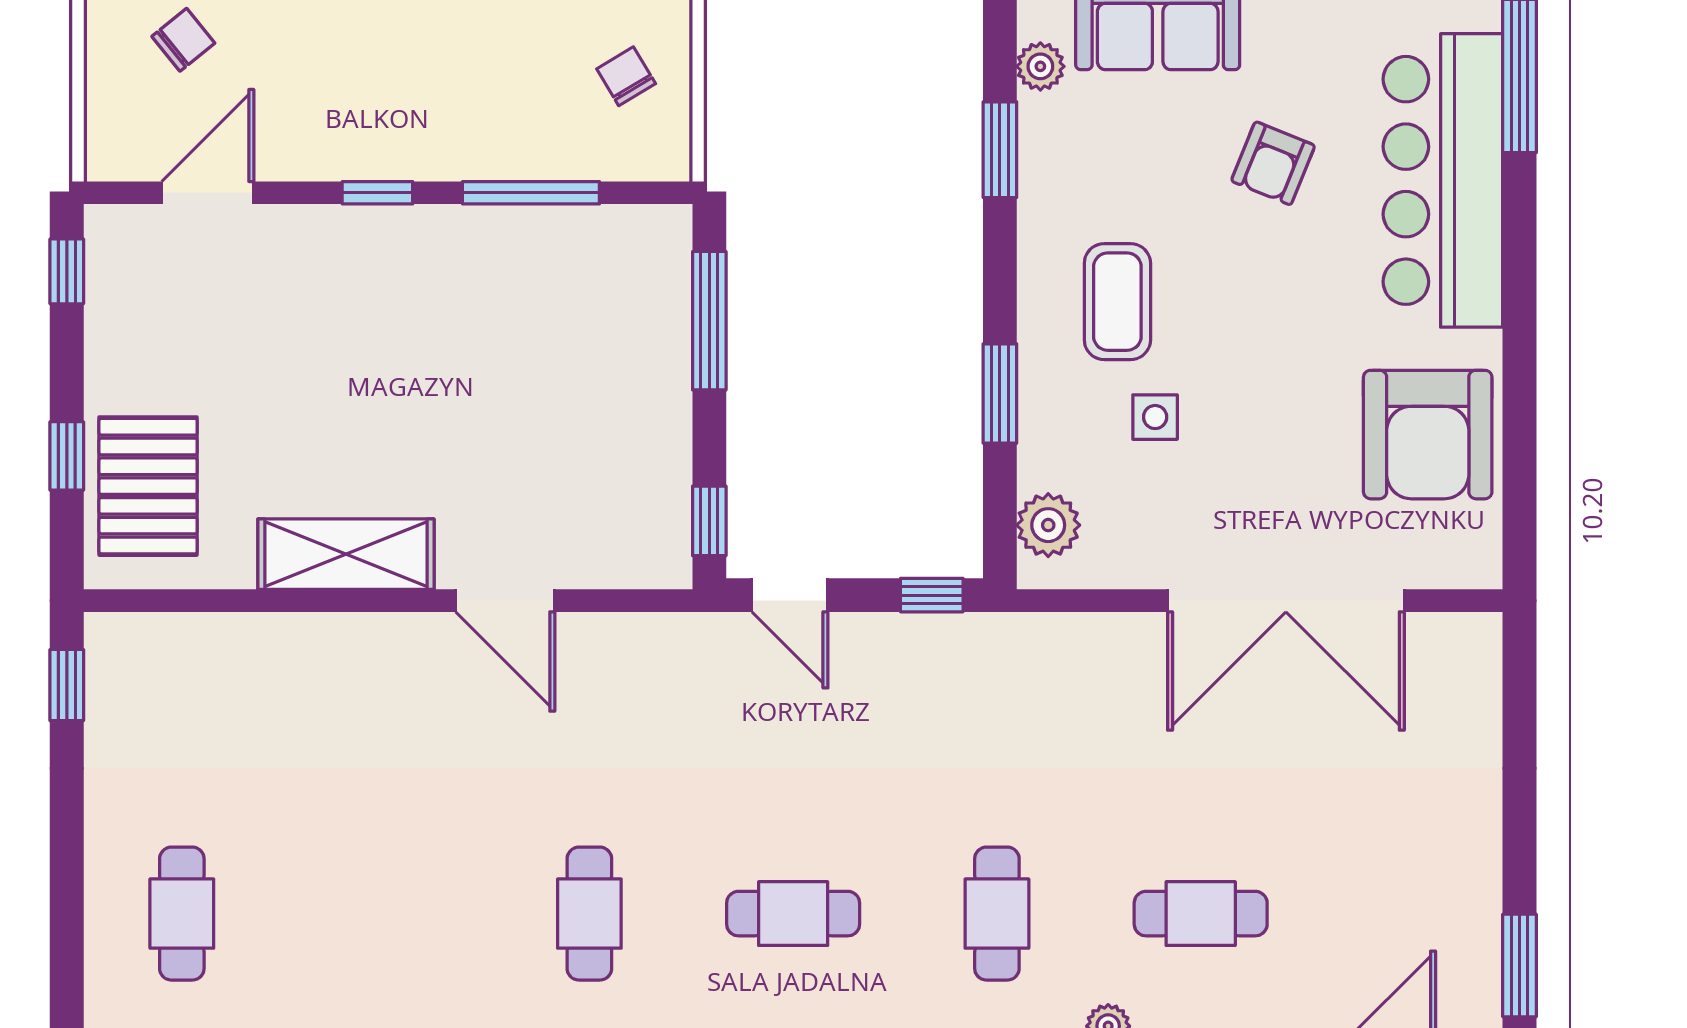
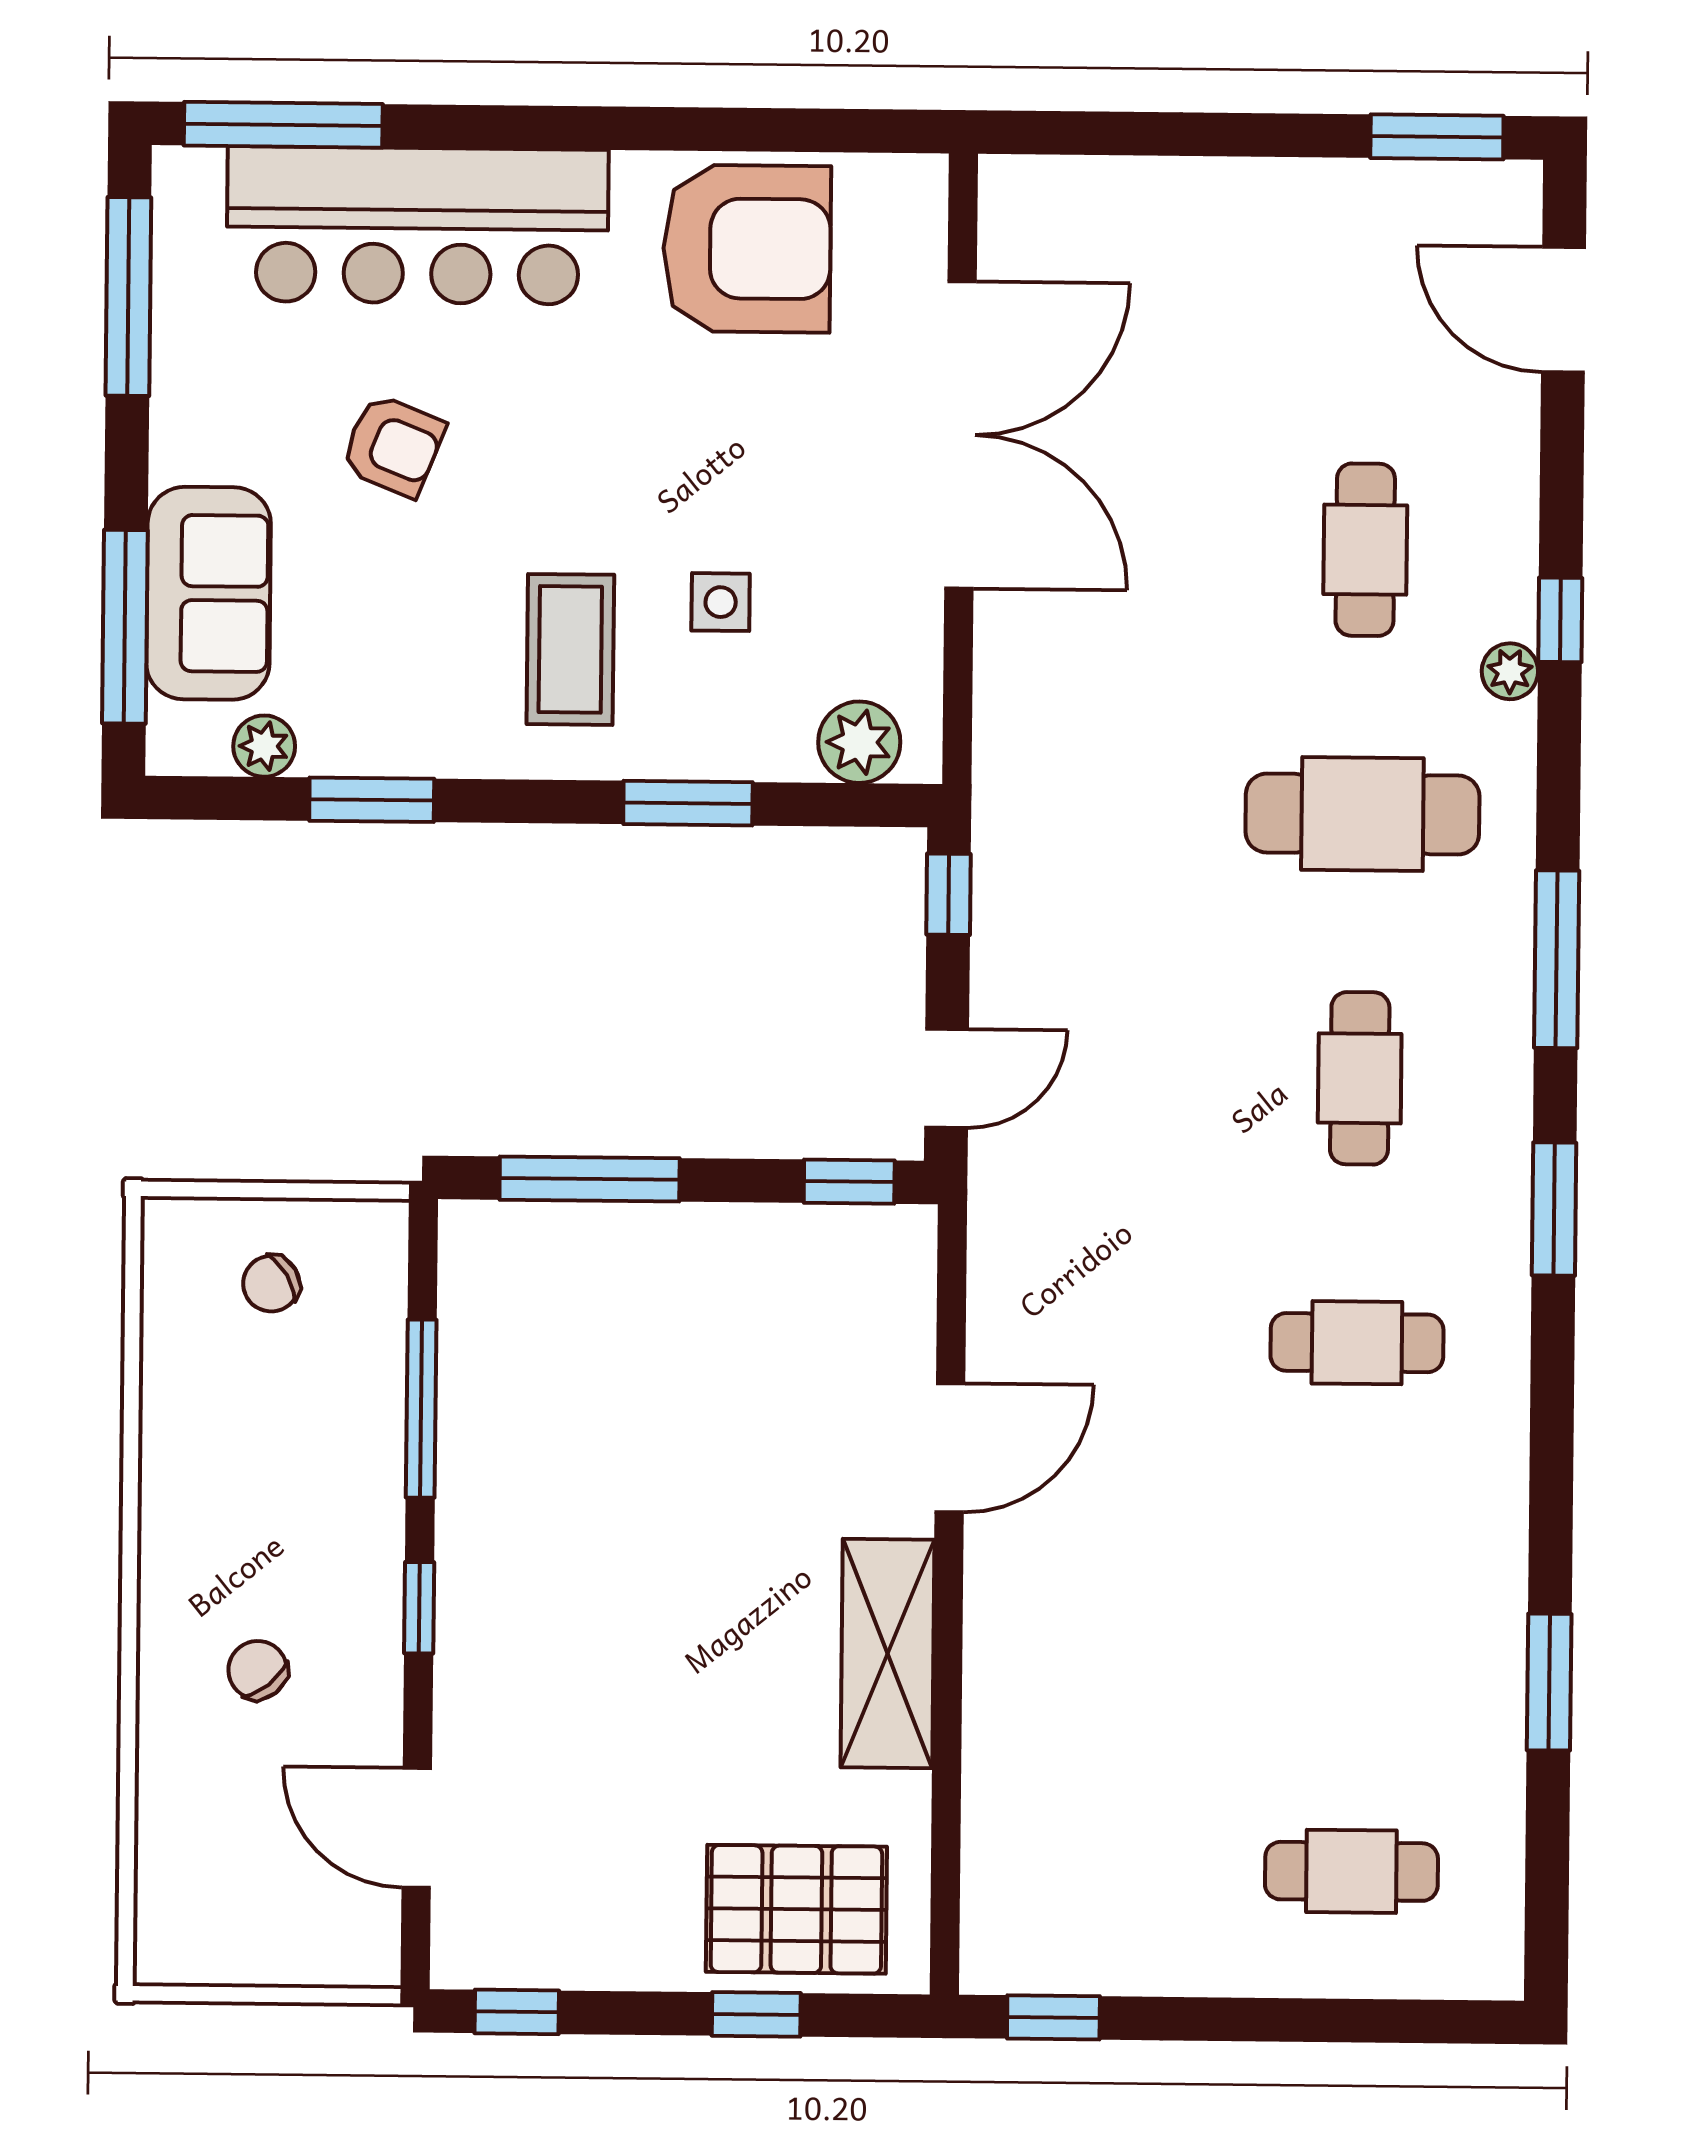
chair: (183, 40) -> (258, 1670), moved
coffee table: (1117, 302) -> (570, 649), turned 90
cafe table: (997, 914) -> (1362, 814), width x1.37, depth x1.35

